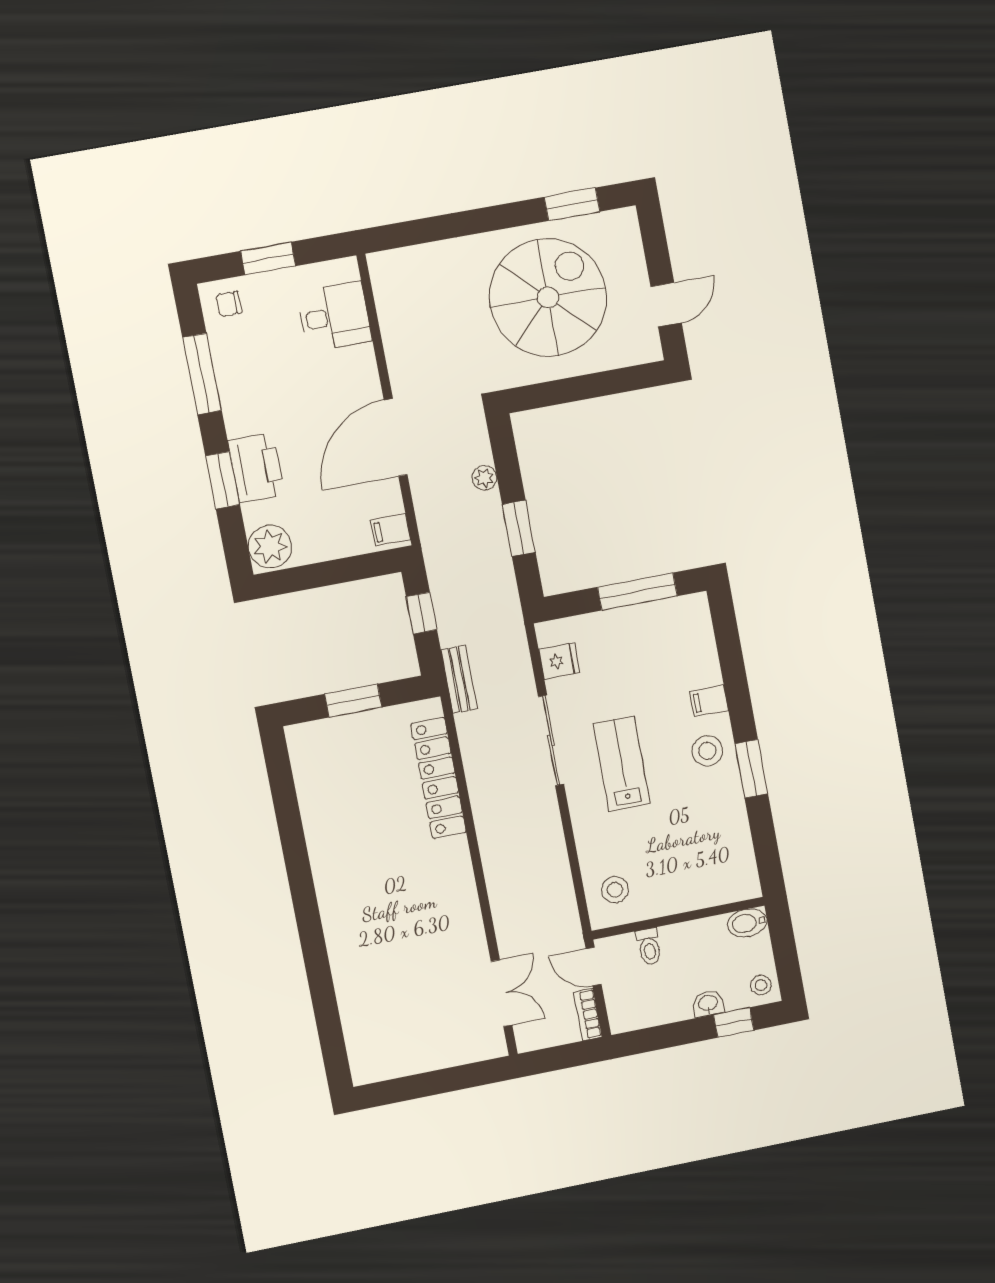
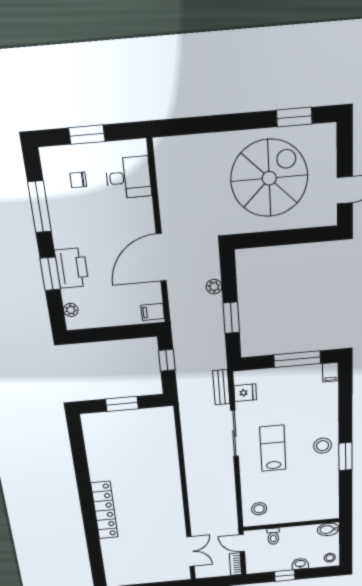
chair: (229, 304) -> (78, 180), moved
plant: (270, 546) -> (71, 310), width x0.53, depth x0.53
bench: (459, 679) -> (221, 387), moved
filing cabinet: (709, 701) -> (330, 372), moved, turned -90
locker: (439, 778) -> (105, 510), moved, turned 180
window: (734, 1022) -> (285, 576), moved

